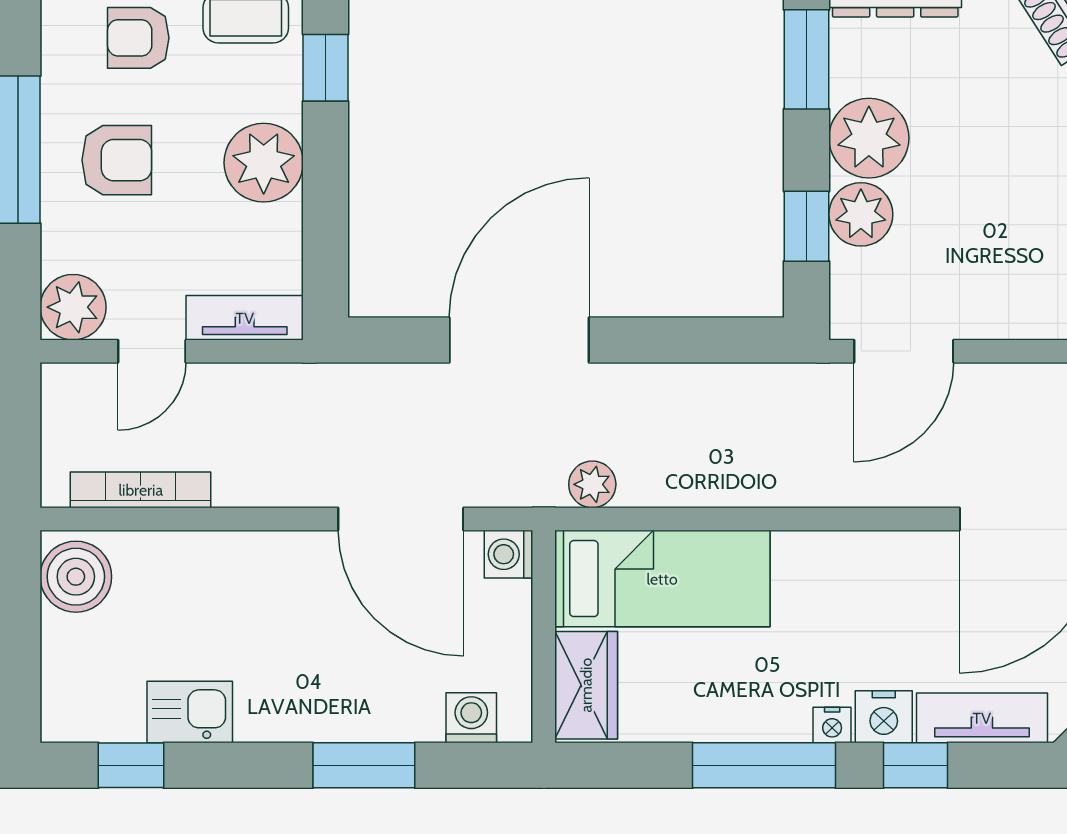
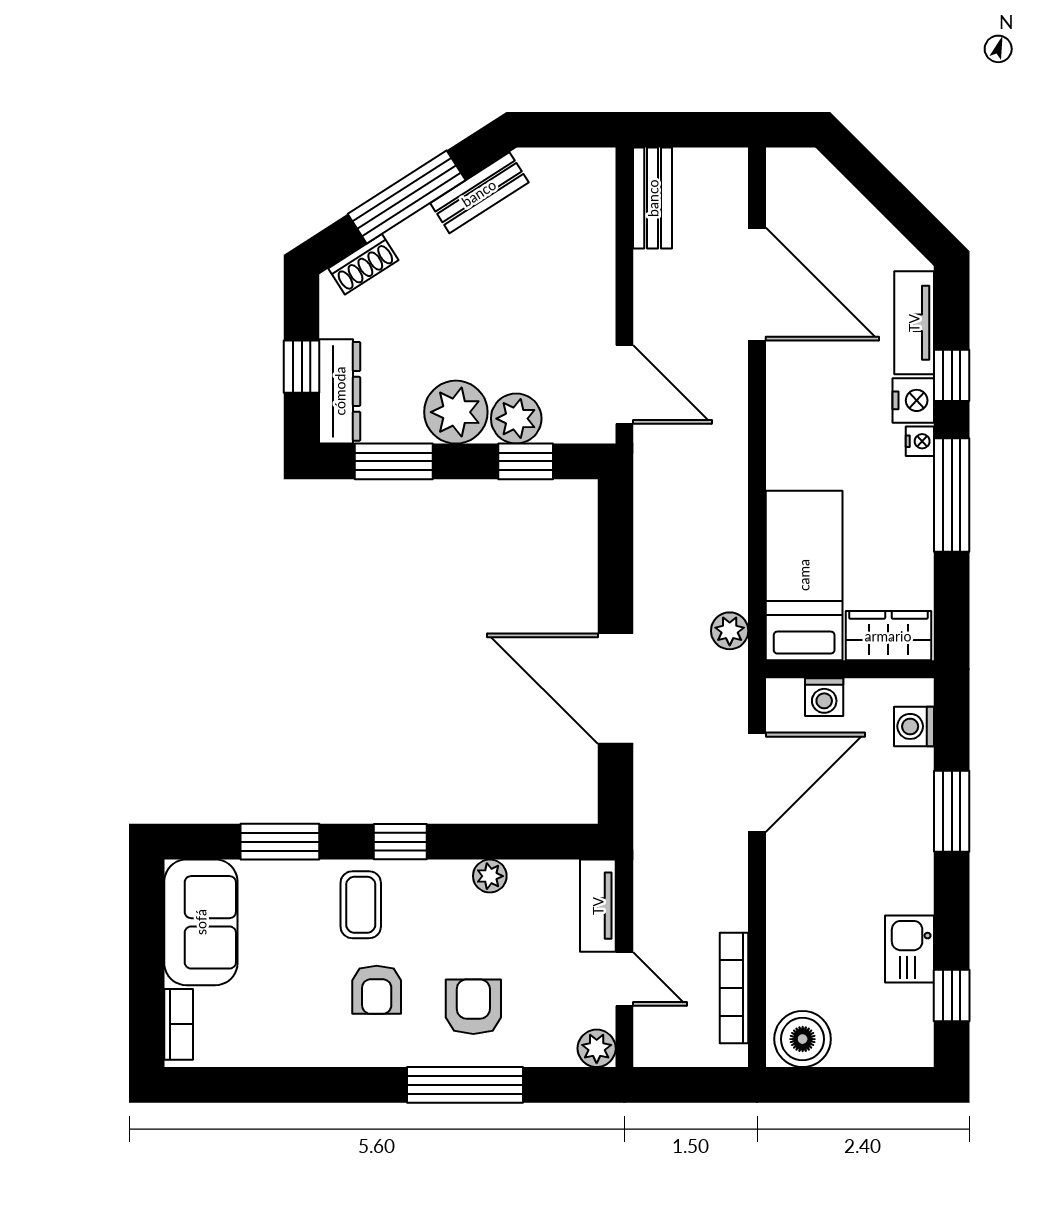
plant: (264, 163) -> (490, 876), width x0.53, depth x0.53
plant: (73, 307) -> (597, 1048), width x0.73, depth x0.73
washing machine: (509, 554) -> (824, 697), moved

